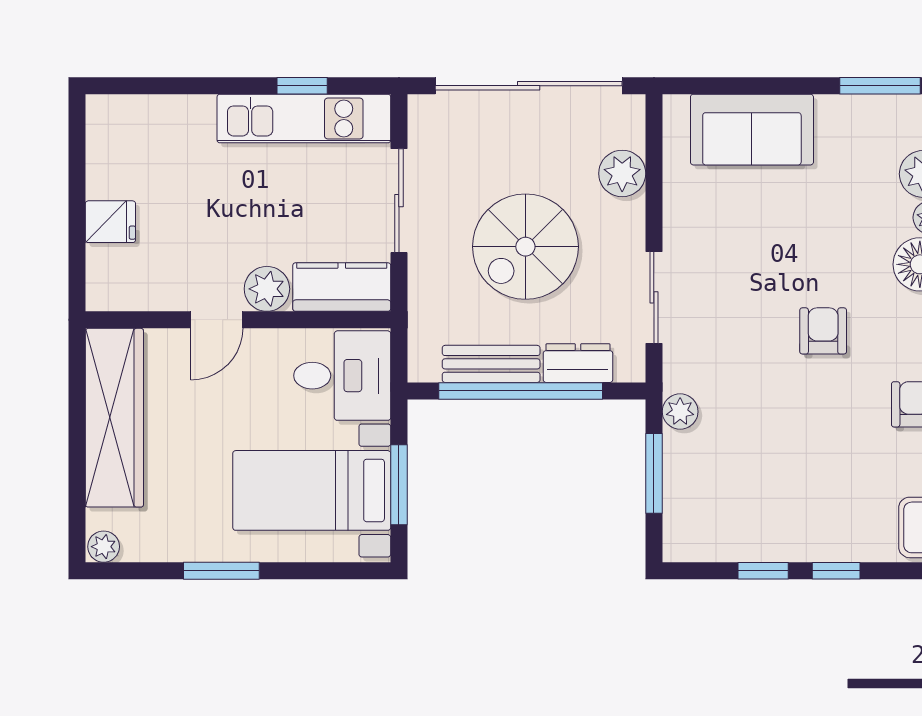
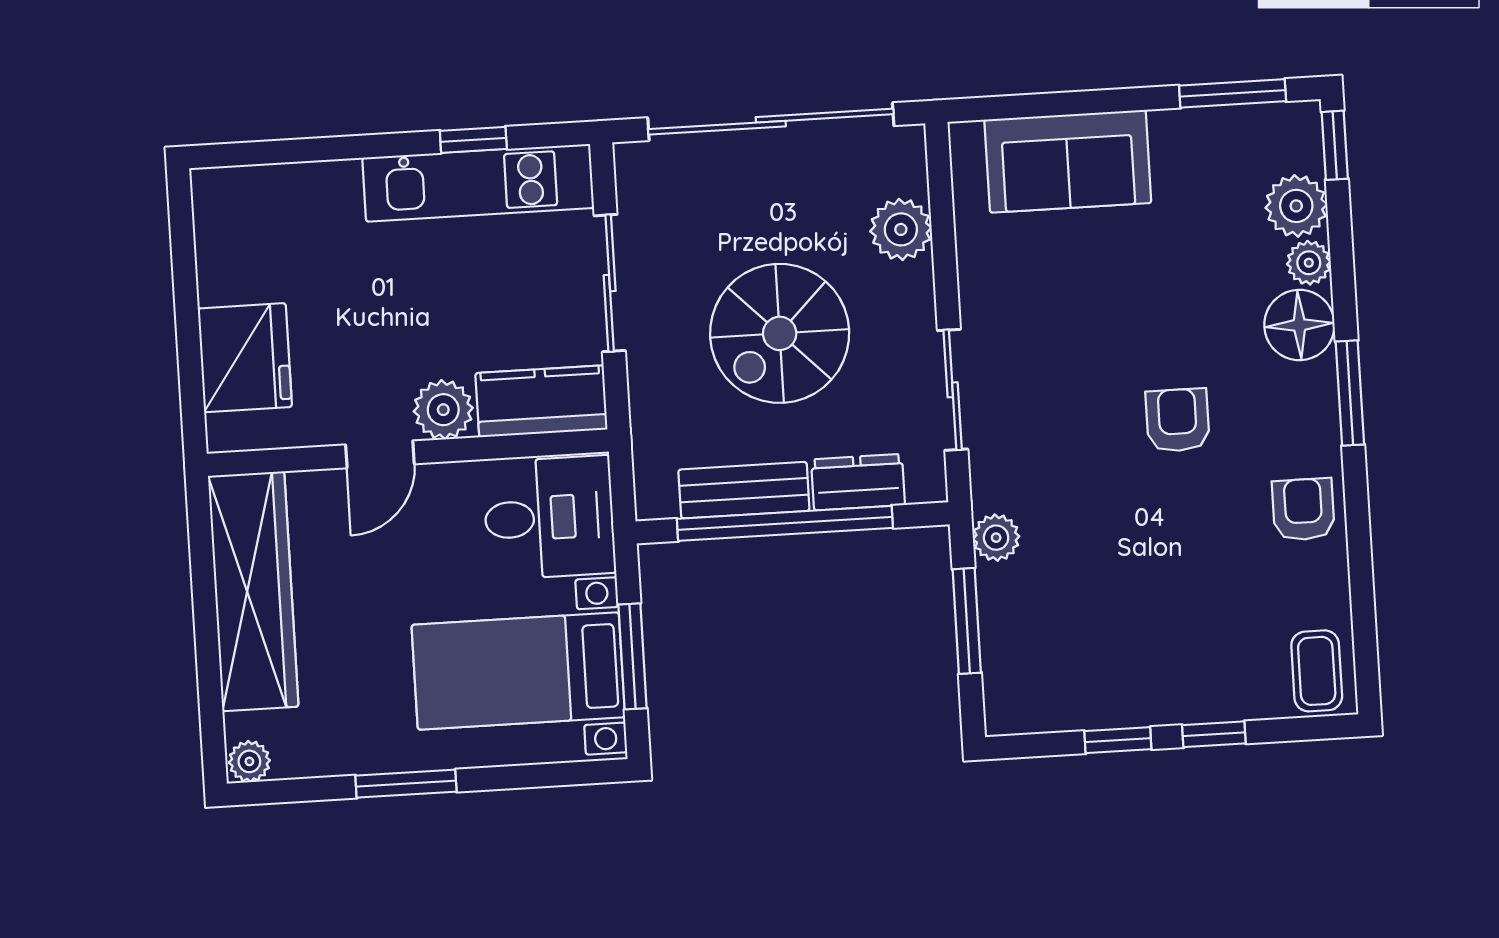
fridge: (110, 222) -> (245, 358), width x1.88, depth x1.34

